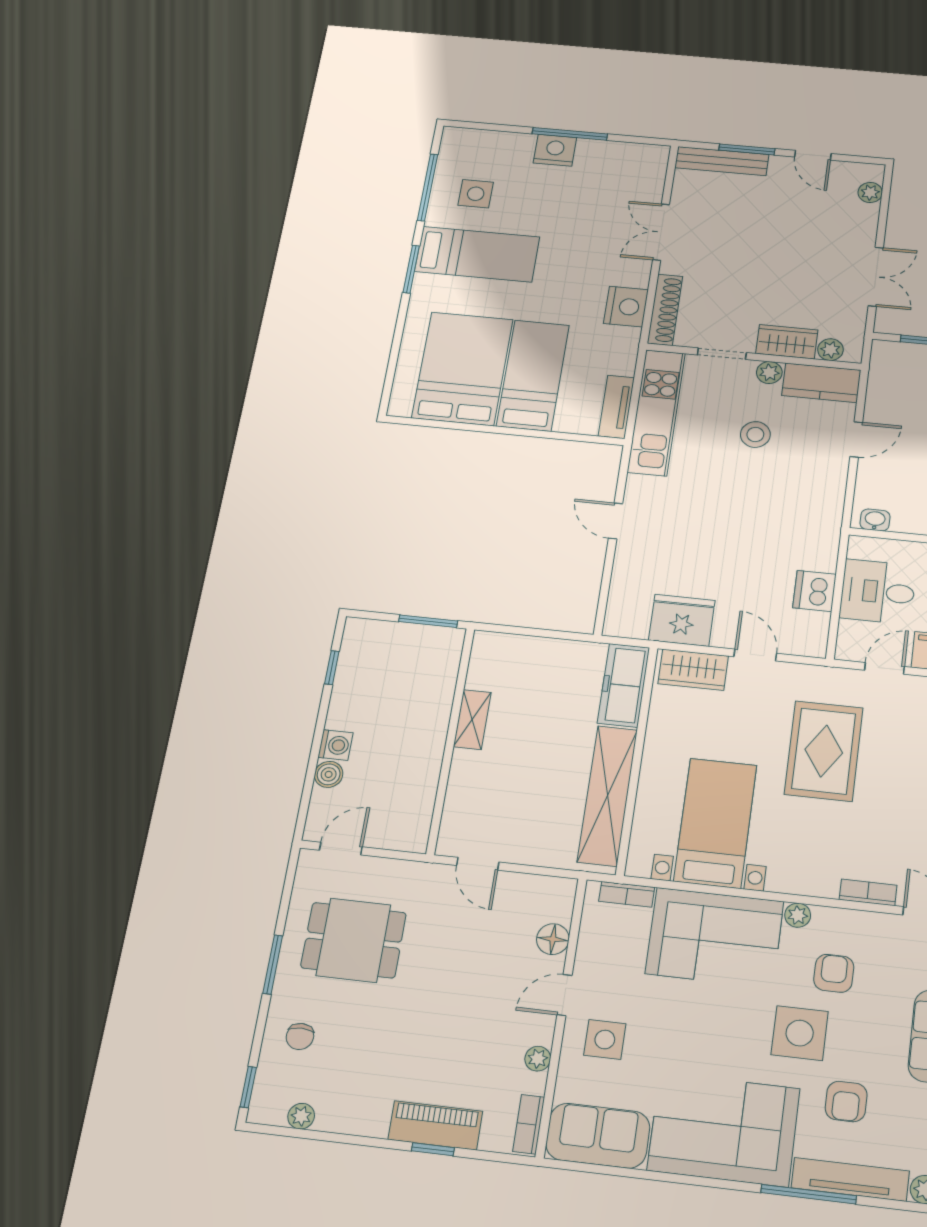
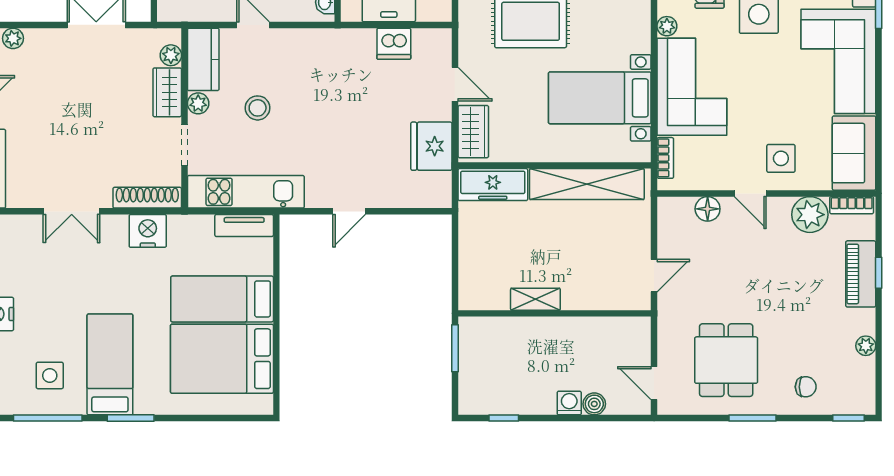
door: (755, 655) -> (455, 84), swing flipped
plant: (538, 1059) -> (810, 215), width x1.87, depth x1.87
plant: (301, 1116) -> (866, 346), moved

